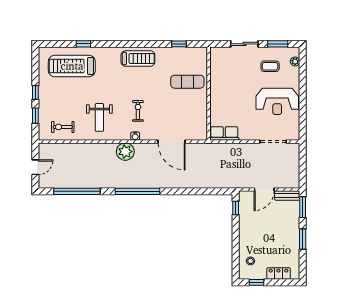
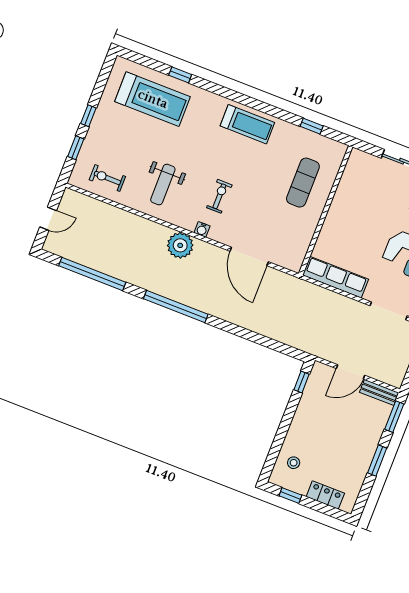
treadmill: (72, 66) -> (153, 99), turned 180
exercise mat: (187, 82) -> (303, 183), turned 90
row of seats: (224, 133) -> (335, 277), width x1.48

